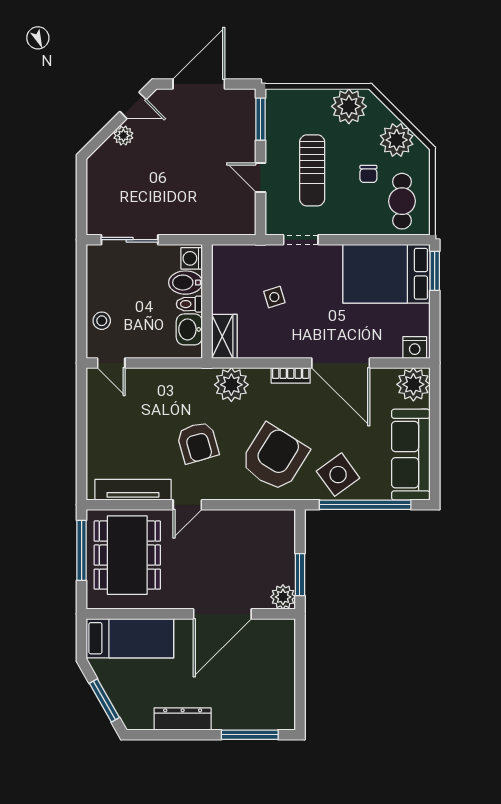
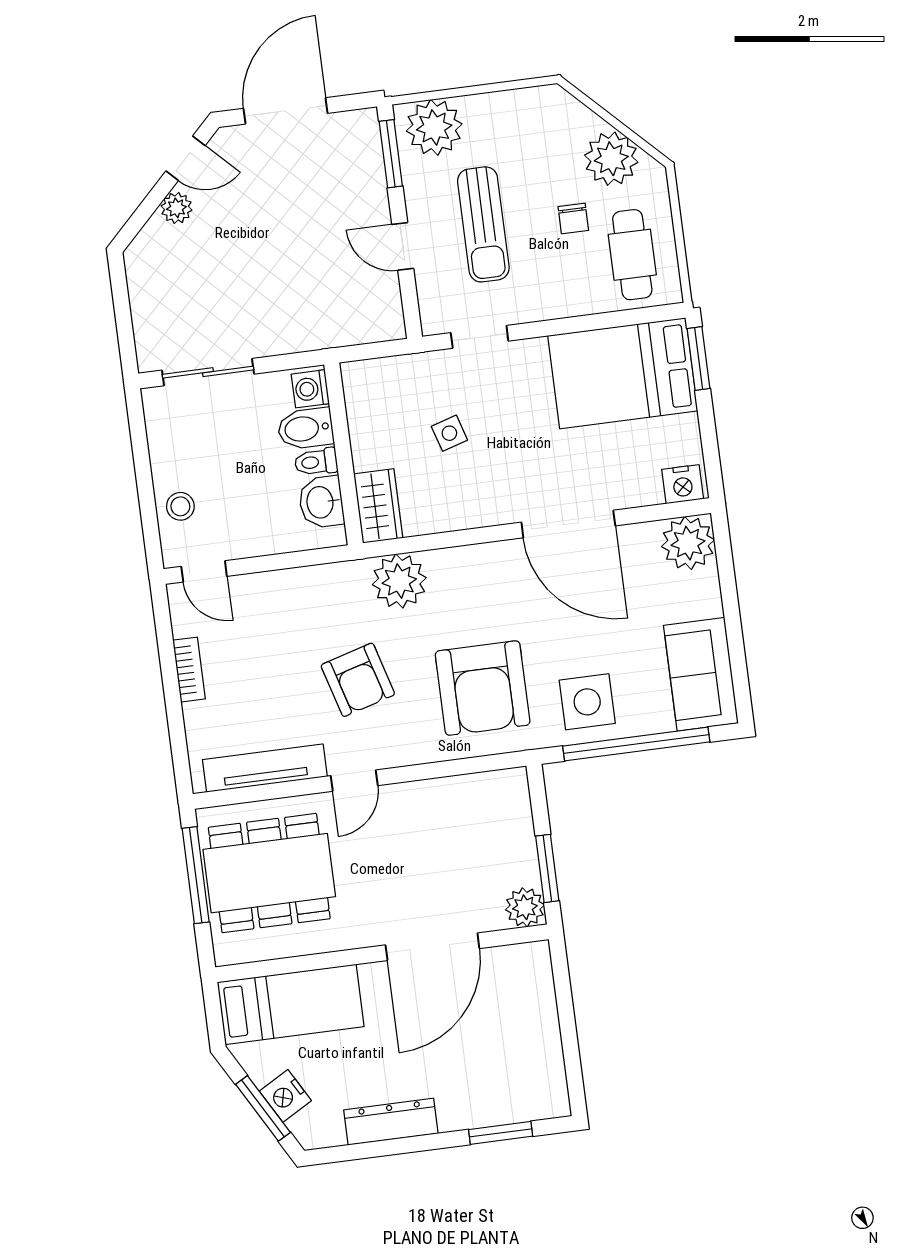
plant: (349, 106) -> (434, 127), moved
bookcase: (291, 375) -> (189, 670), moved, turned -90
sofa: (411, 455) -> (701, 674), width x0.73
armchair: (274, 458) -> (483, 688), turned 148
side table: (338, 475) -> (587, 702), turned 36
dining table: (127, 555) -> (269, 873), turned 90
nightstand: (119, 694) -> (285, 1096), added
window: (250, 735) -> (501, 1133), width x0.69

